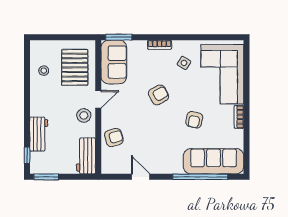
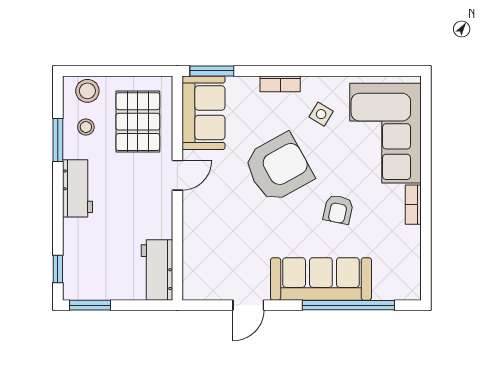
window: (27, 78) -> (58, 140), added
armchair: (159, 95) -> (278, 168), width x1.88, depth x1.88
stool: (84, 115) -> (87, 91), moved
workbench: (39, 134) -> (78, 188), moved
armchair: (114, 138) -> (203, 239), removed
sofa: (214, 161) -> (321, 279), moved
door: (141, 177) -> (248, 305), swing flipped

